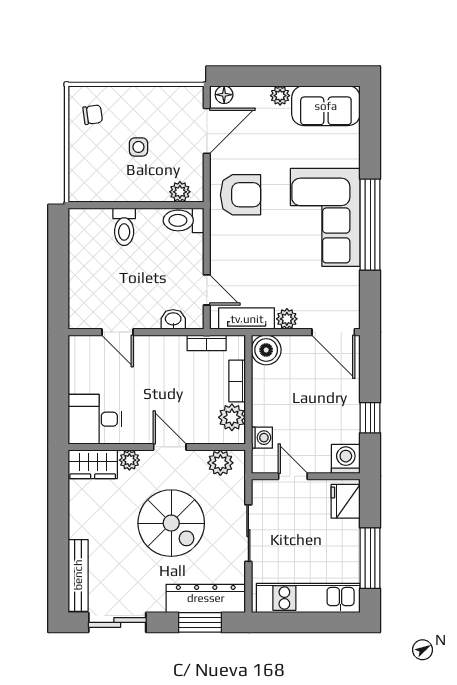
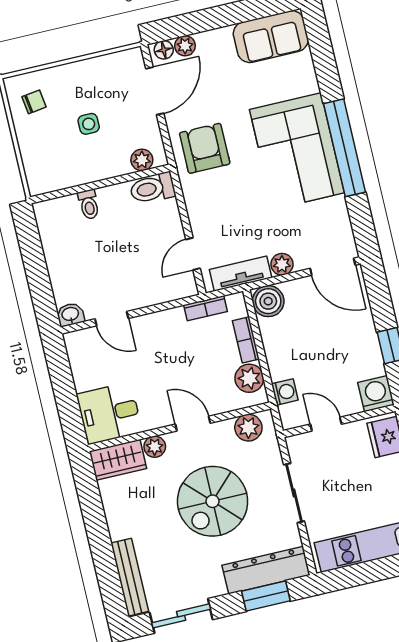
plant: (280, 96) -> (185, 46), moved
armchair: (241, 195) -> (205, 148), turned -90
toilet: (124, 227) -> (89, 204), width x0.73, depth x0.72
door: (207, 290) -> (193, 254), swing flipped
washbasin: (173, 319) -> (70, 315), moved
spiral stairs: (171, 523) -> (213, 501), turned 90

